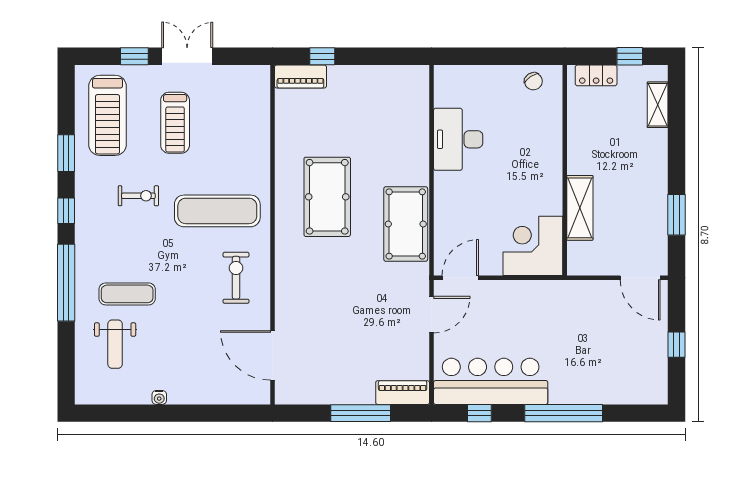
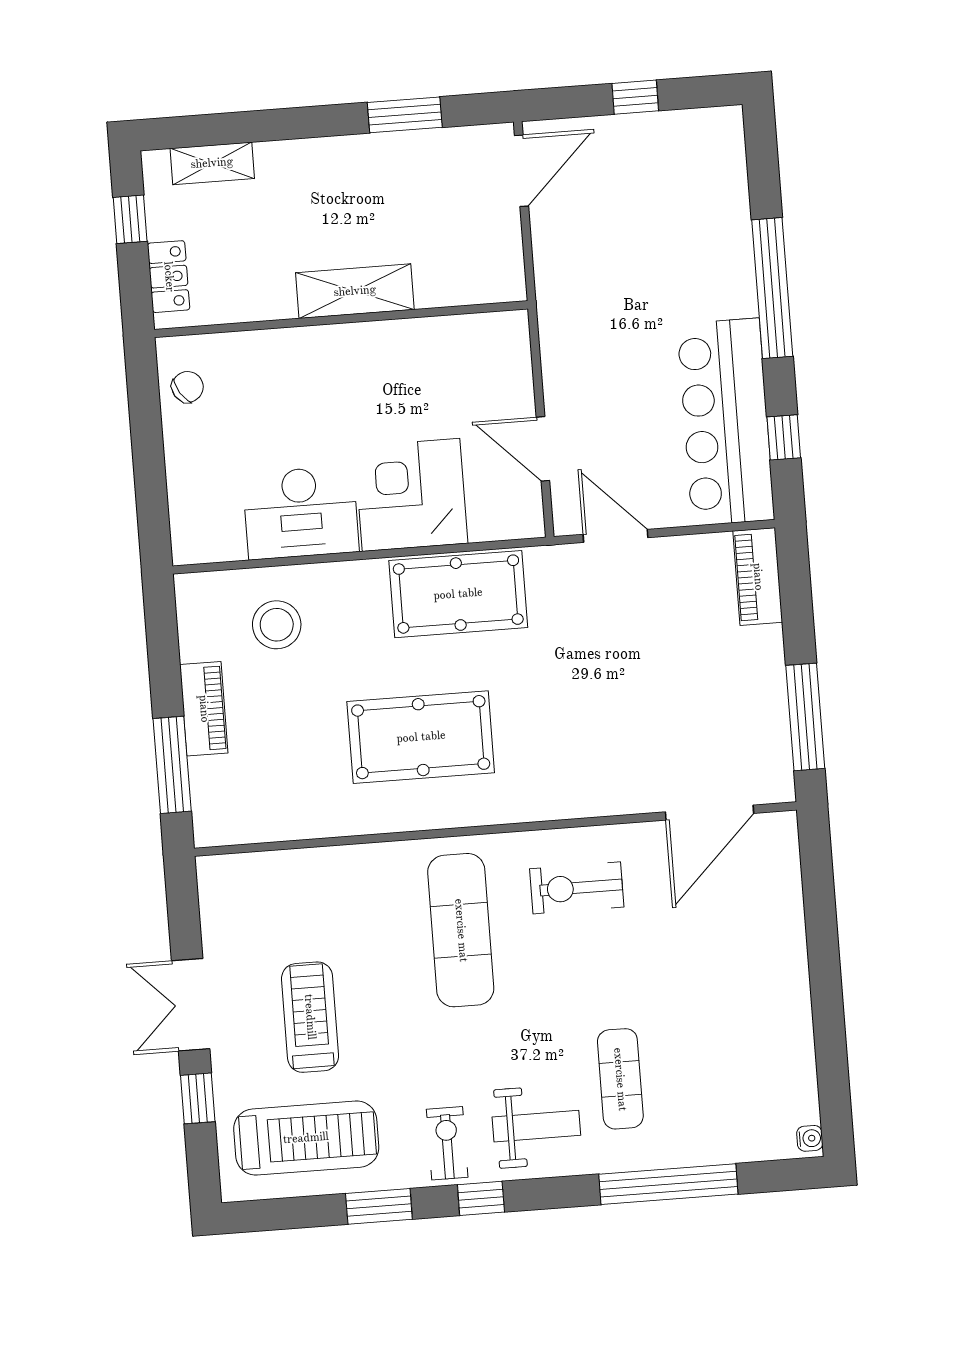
window: (322, 56) -> (172, 765), width x2.17
piano: (300, 77) -> (204, 709), moved
stool: (396, 121) -> (277, 625), added
treadmill: (175, 123) -> (310, 1017), turned -90
exercise bike: (138, 196) -> (447, 1143), moved
shelving: (580, 208) -> (355, 291), moved
corner desk: (533, 246) -> (411, 495), moved, turned 90
door: (460, 278) -> (543, 449), moved
window: (66, 283) -> (668, 1184), moved
weight bench: (115, 344) -> (536, 1126), moved
water cooler: (159, 397) -> (810, 1138), moved
window: (361, 413) -> (805, 717), moved

